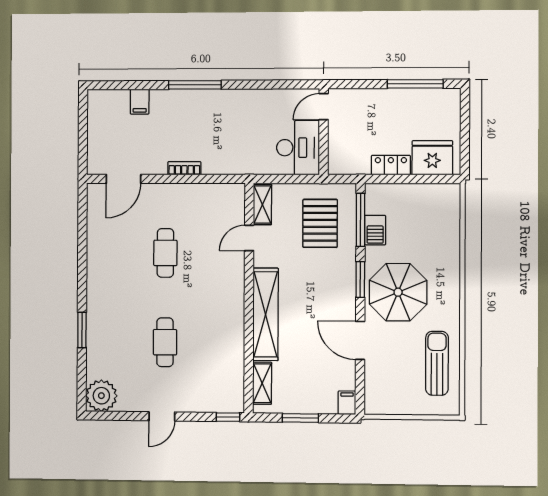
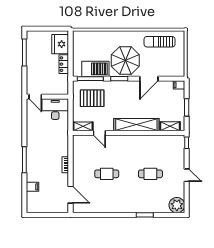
barbecue: (375, 230) -> (95, 69), width x1.88, depth x1.53

